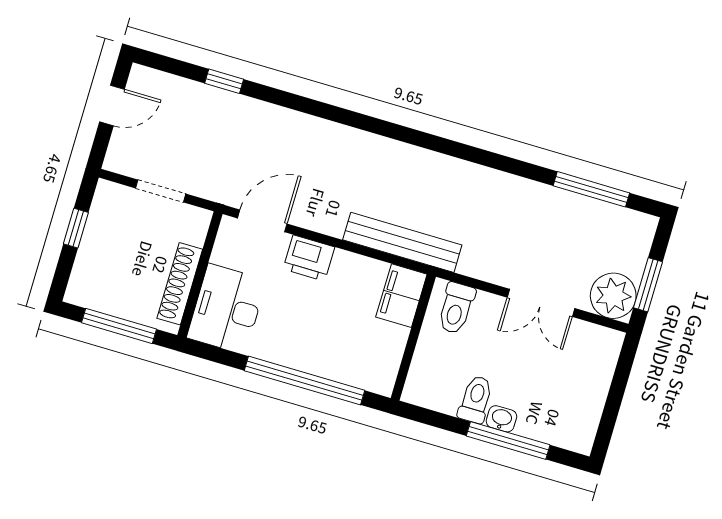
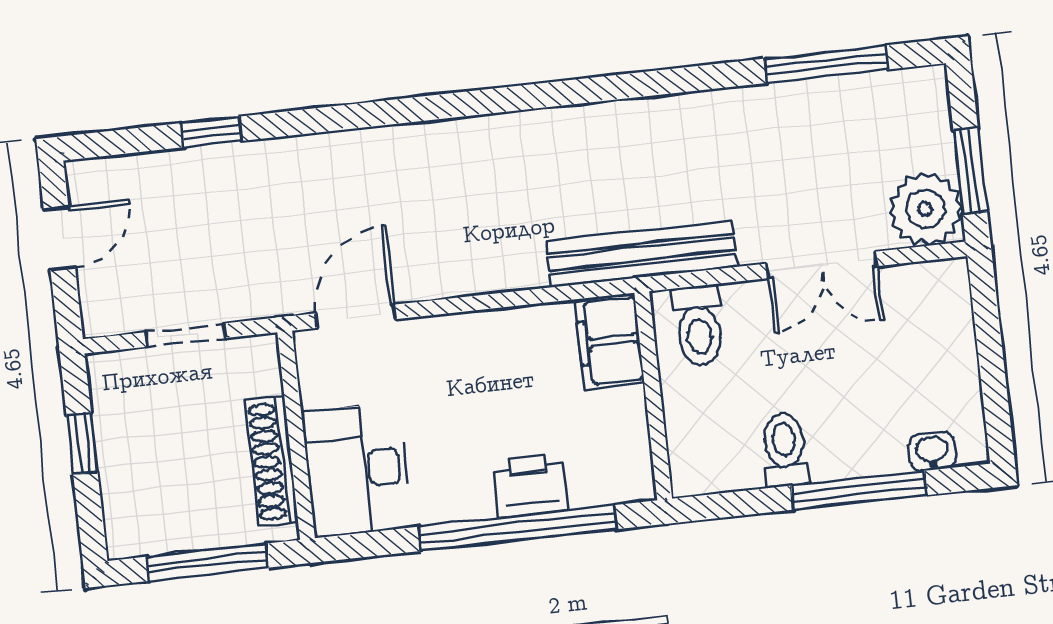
bench: (402, 242) -> (642, 254), moved
printer: (309, 258) -> (530, 485), moved, turned 180
washbasin: (501, 419) -> (932, 451), moved

